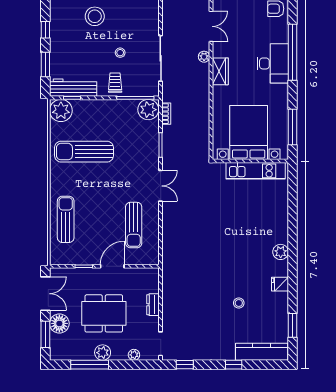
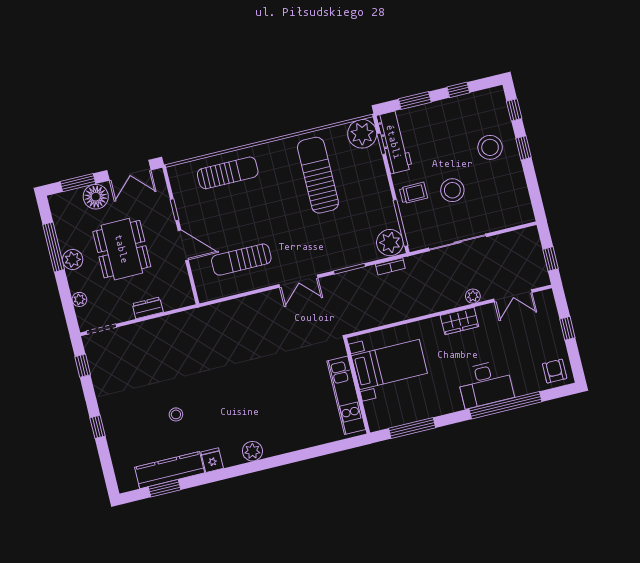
stool: (120, 53) -> (452, 190), width x1.89, depth x1.89
bed with nightstands: (249, 132) -> (389, 365), width x0.73
kitchen counter: (262, 352) -> (170, 470), moved, turned -90

